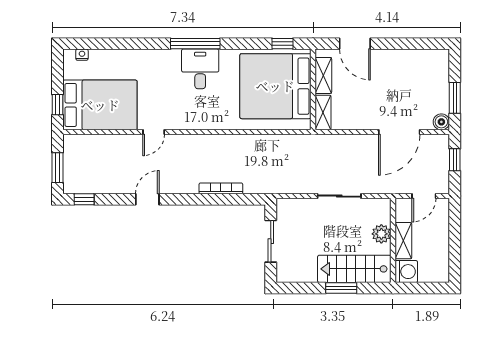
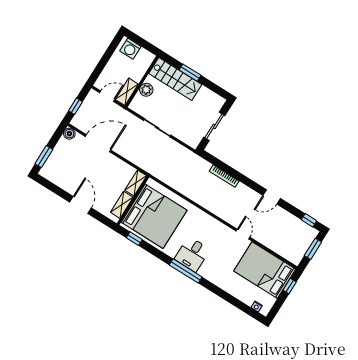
door: (355, 44) -> (81, 205), moved
window: (455, 98) -> (44, 157), moved
door: (154, 132) -> (243, 234), hinge flipped
shelving: (403, 241) -> (127, 92), moved
washing machine: (406, 272) -> (130, 49), moved, turned -90

